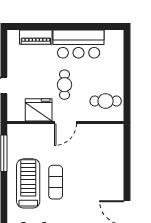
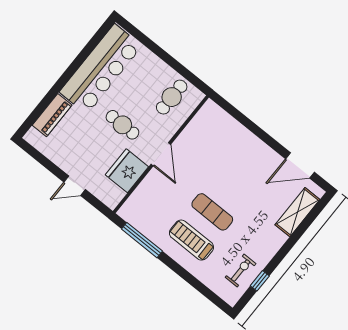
bar counter: (79, 44) -> (101, 69), width x1.36
treadmill: (28, 183) -> (191, 240), width x0.73, depth x0.73

